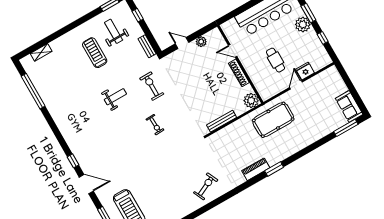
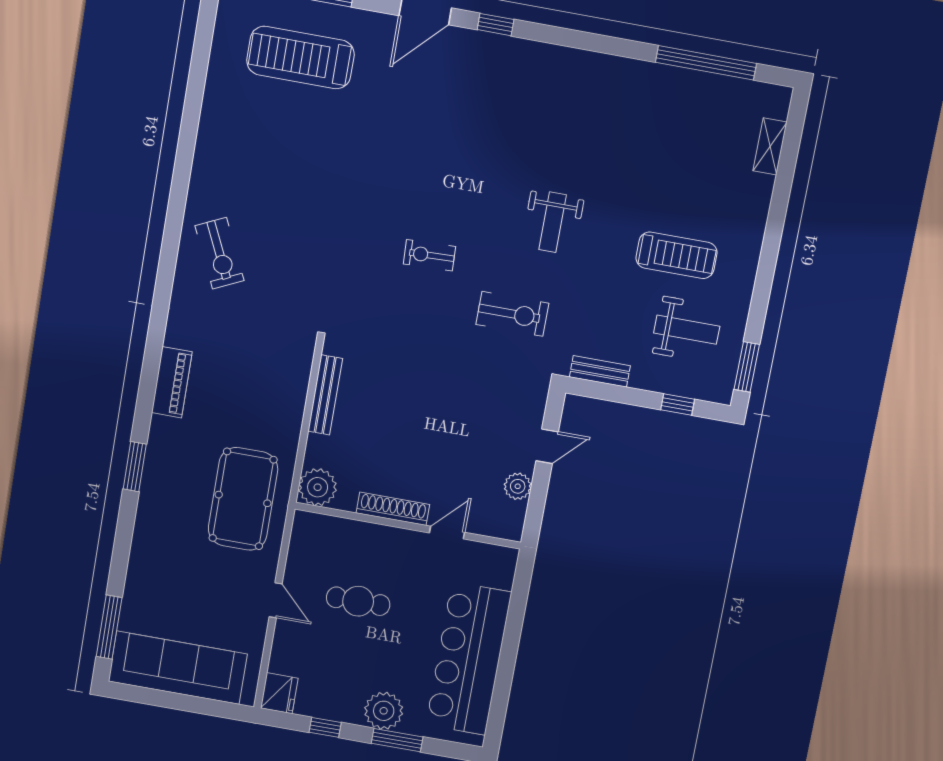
fridge: (305, 71) -> (279, 693), moved
sofa: (349, 106) -> (178, 668), width x1.85, depth x1.27
window: (274, 169) -> (135, 467), moved

